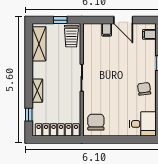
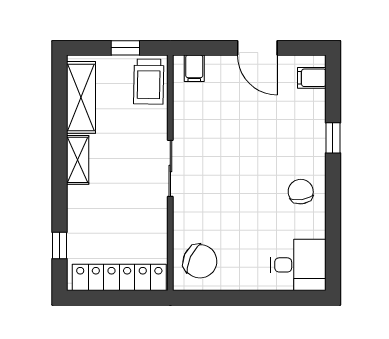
filing cabinet: (107, 30) -> (194, 68), moved
shelving: (37, 91) -> (78, 160), moved
chair: (96, 122) -> (200, 261), turned 115

